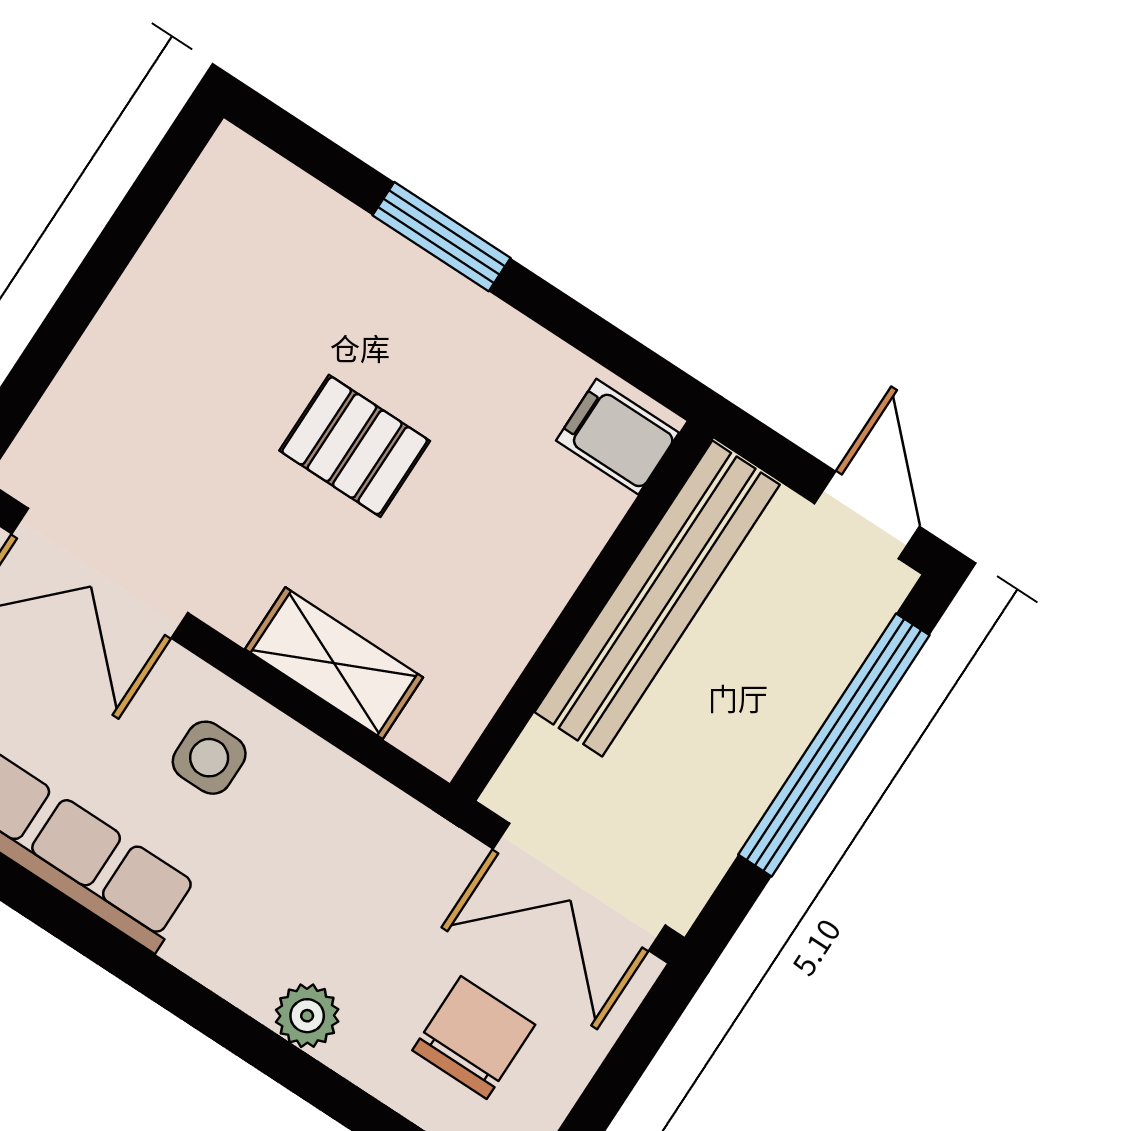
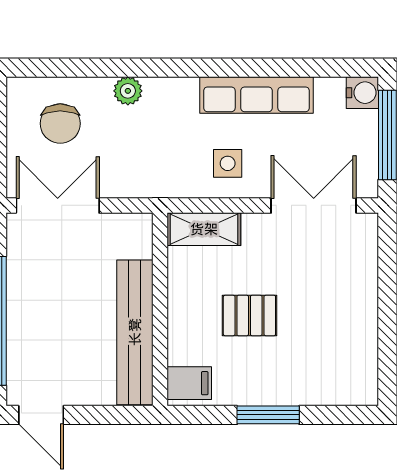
filing cabinet: (617, 437) -> (189, 383), moved
bench: (657, 598) -> (135, 332), moved
wall: (582, 611) -> (160, 309), moved

